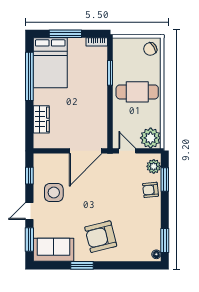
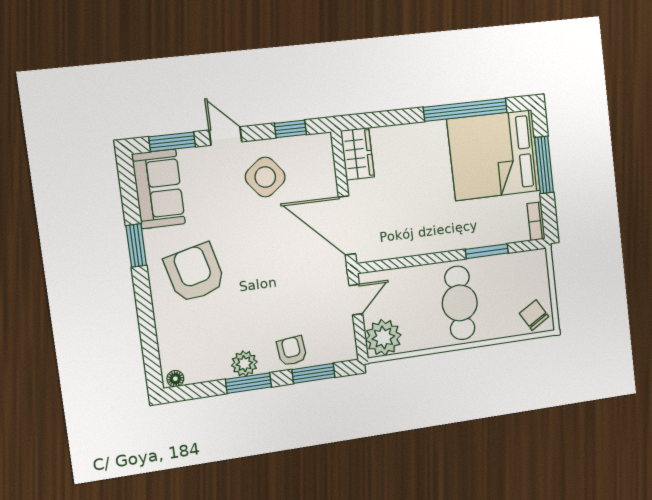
bed: (50, 63) -> (494, 155), width x1.36
wardrobe: (41, 119) -> (358, 154), moved, turned -90
plant: (154, 166) -> (244, 364), moved
side table: (54, 192) -> (265, 177), turned -38
window: (165, 240) -> (248, 383), moved

